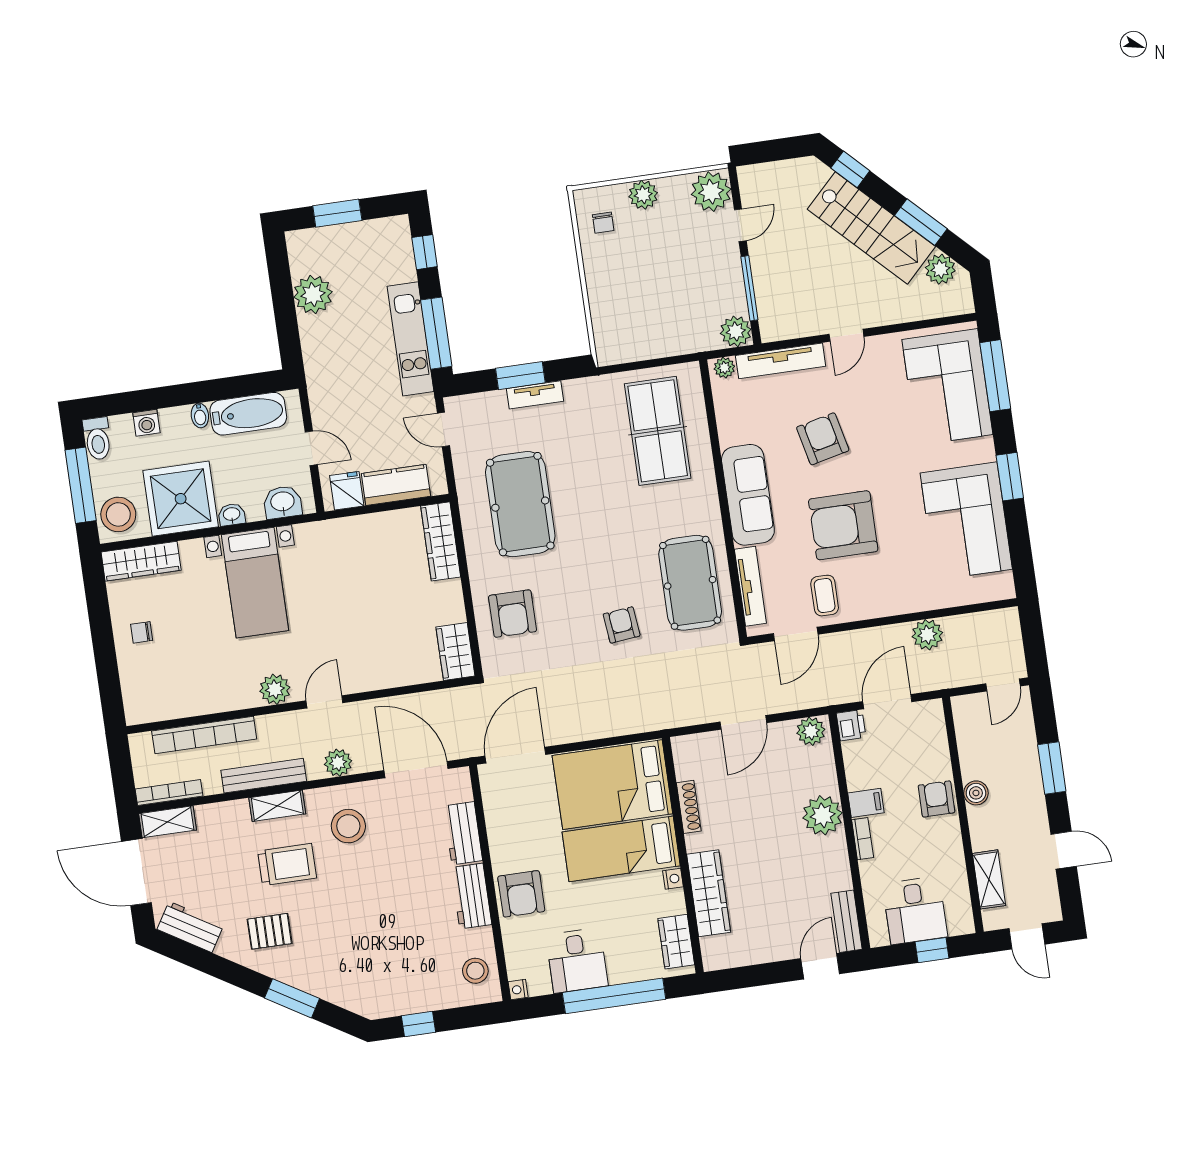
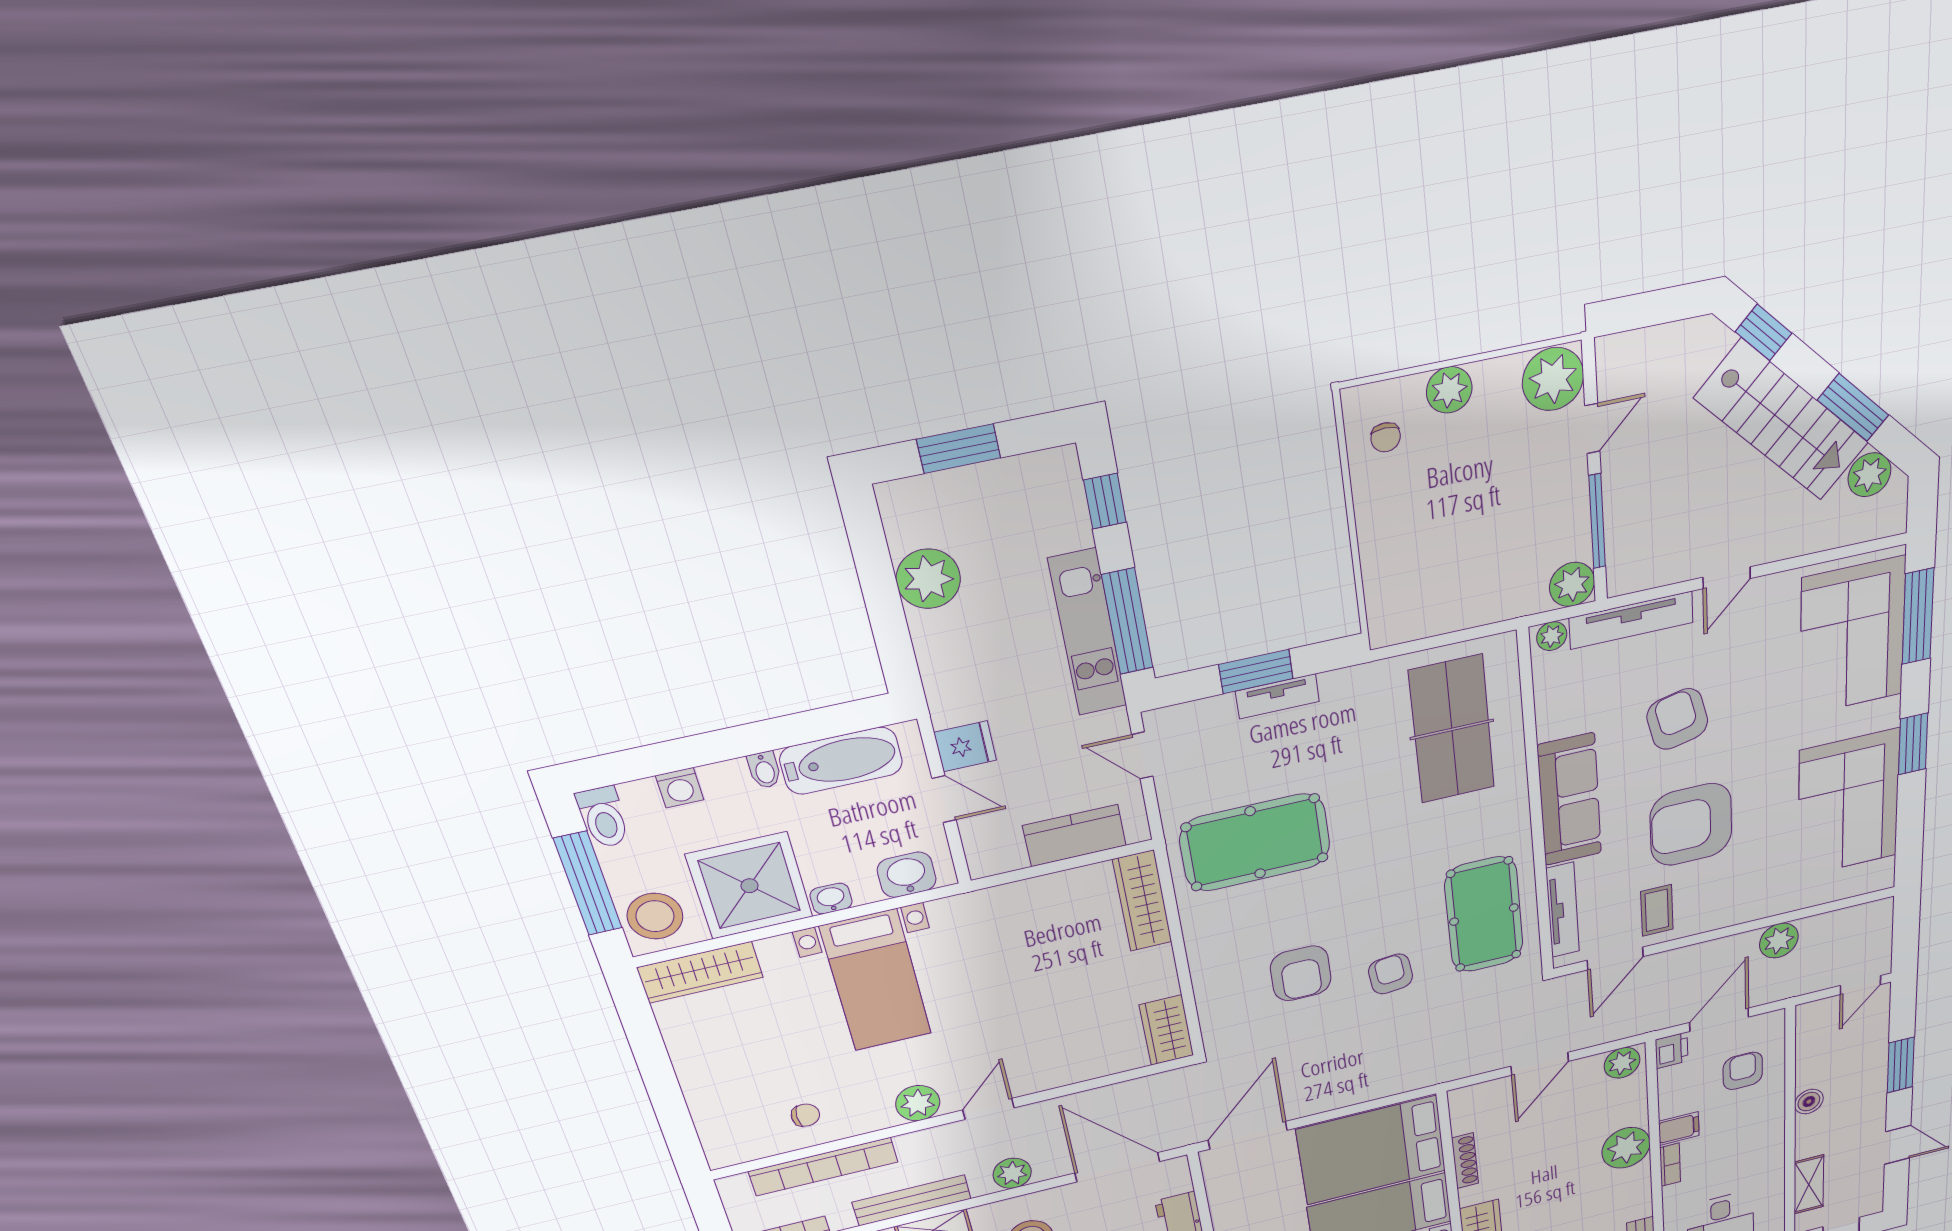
fridge: (347, 491) -> (965, 746), moved, turned 90
pool table: (520, 504) -> (1255, 843), turned 90
armchair: (513, 614) -> (1301, 973), moved
chair: (142, 632) -> (805, 1115), moved, turned 180
armchair: (936, 799) -> (1743, 1071), moved

